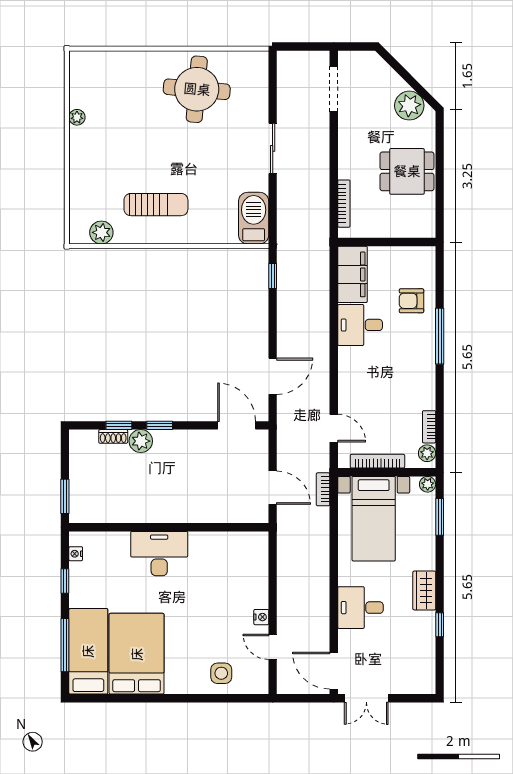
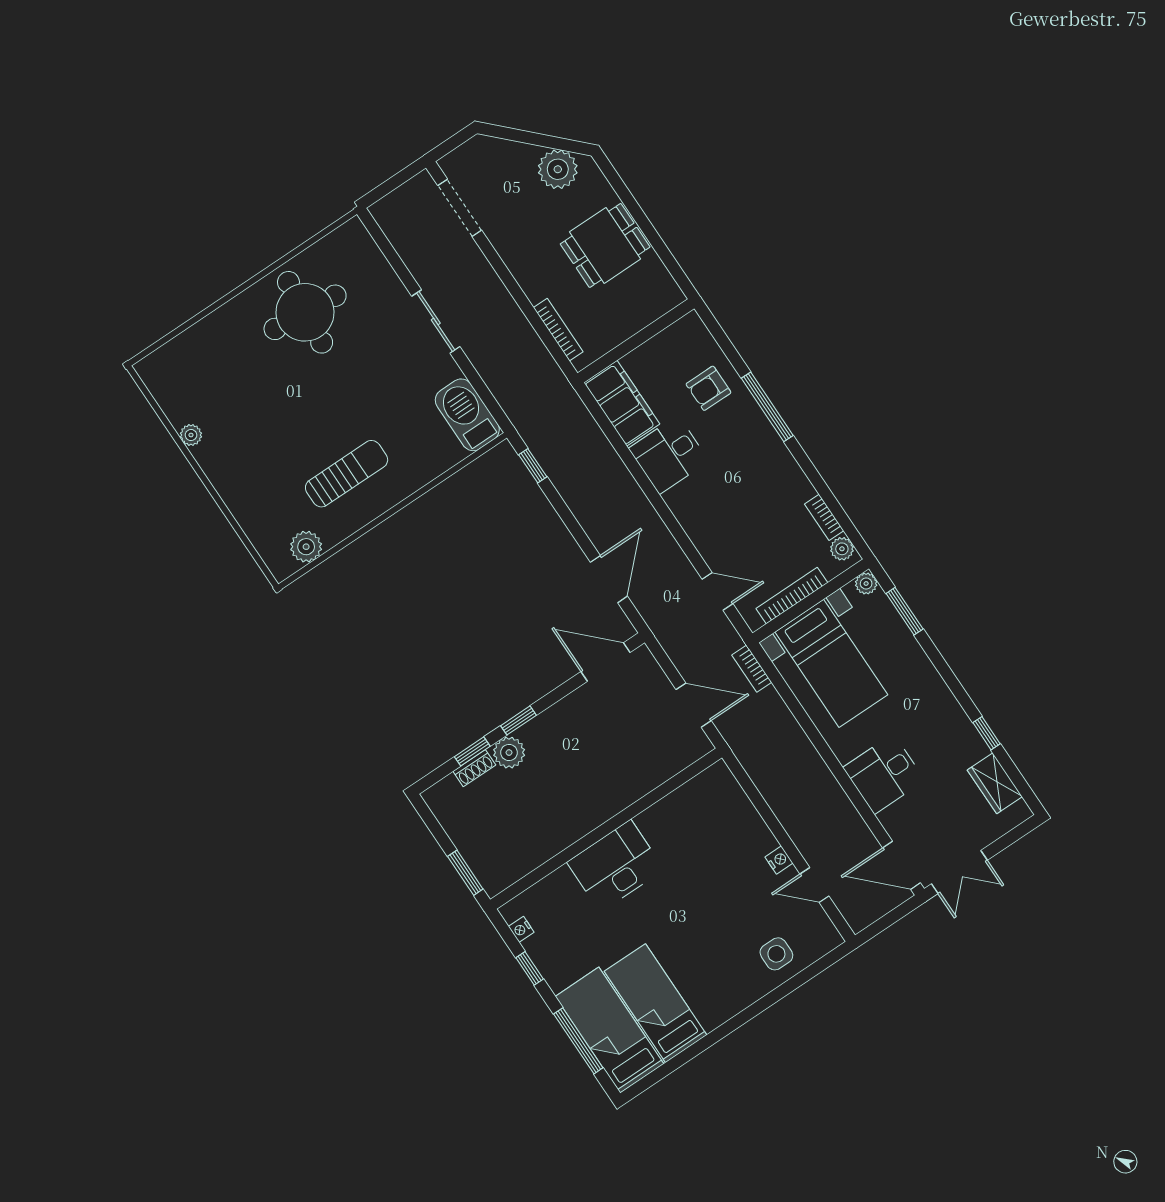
wardrobe: (424, 590) -> (995, 783), moved
bed: (137, 654) -> (656, 1003), width x0.67

